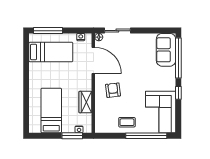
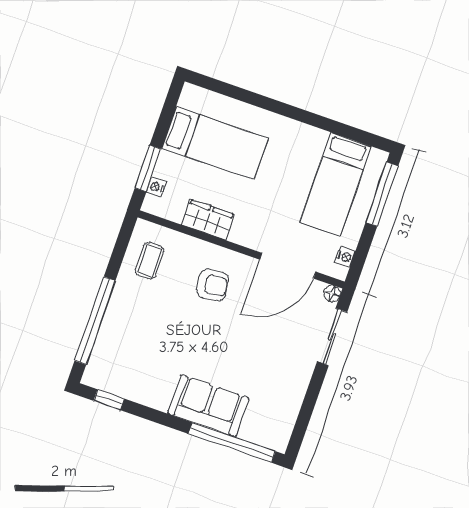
sofa: (166, 50) -> (208, 406), moved
window: (178, 93) -> (109, 400), moved
corner sofa: (161, 112) -> (133, 367), removed
coffee table: (127, 122) -> (149, 261), moved

